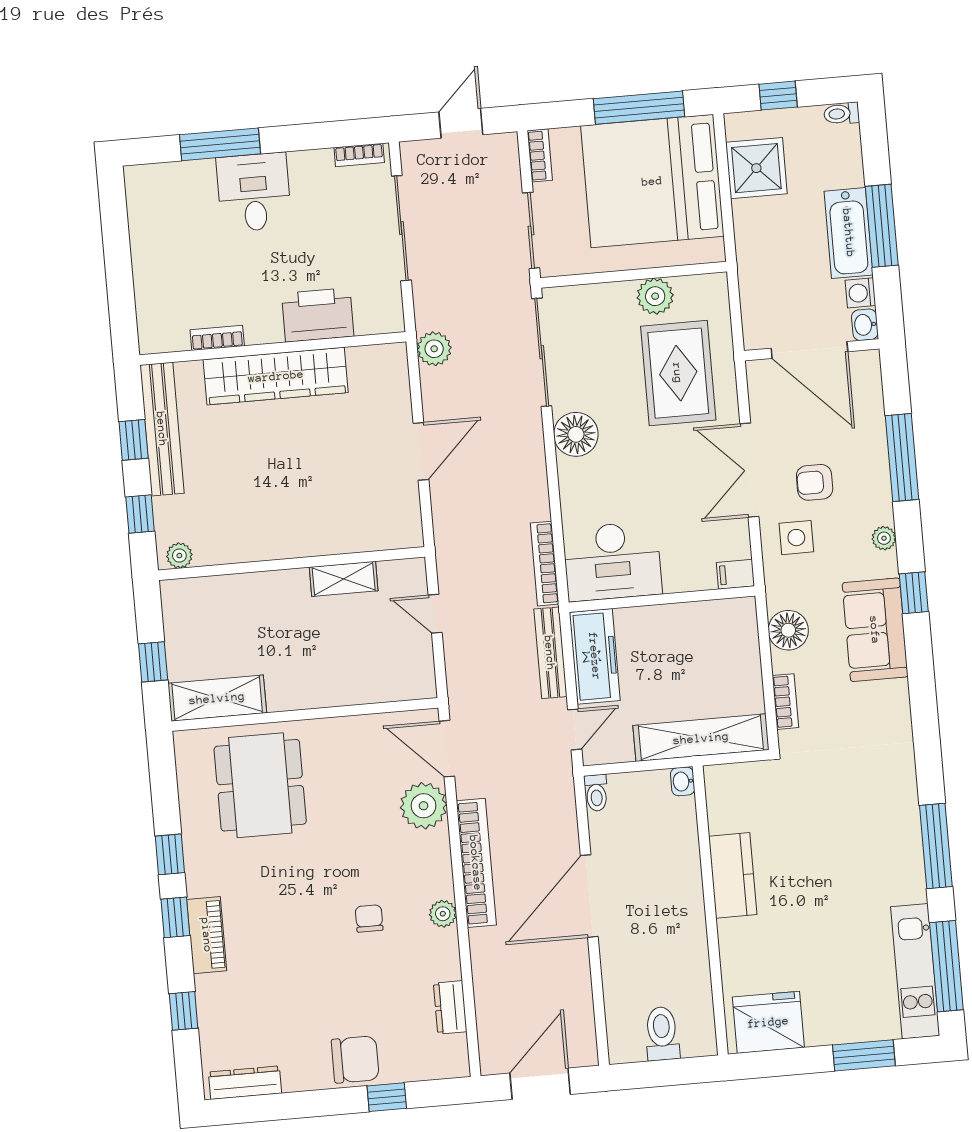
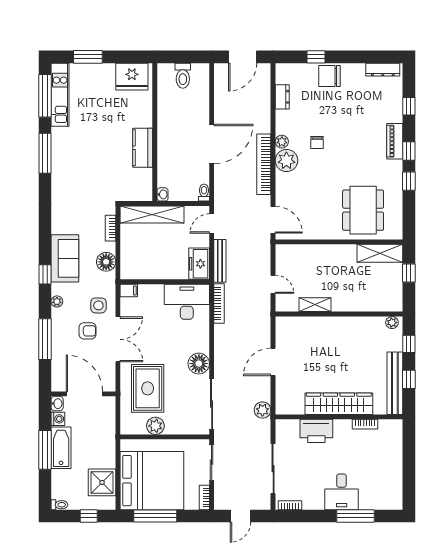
freezer: (595, 656) -> (199, 264), width x0.71
plant: (424, 806) -> (286, 161), moved

